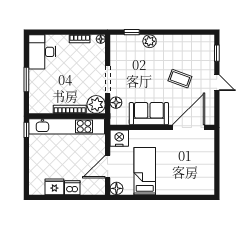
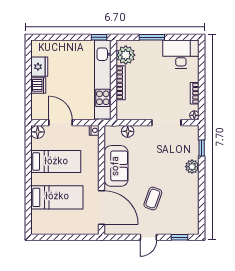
doorway: (108, 80) -> (166, 123), moved
plant: (96, 104) -> (126, 55), moved
nightstand: (119, 138) -> (94, 130), width x0.53, depth x0.56
bed: (179, 170) -> (57, 197), added

